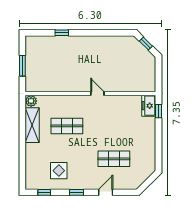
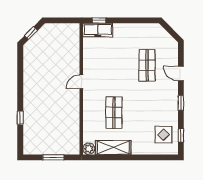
freezer: (149, 106) -> (98, 30), width x1.40
display table: (59, 171) -> (163, 135), moved

